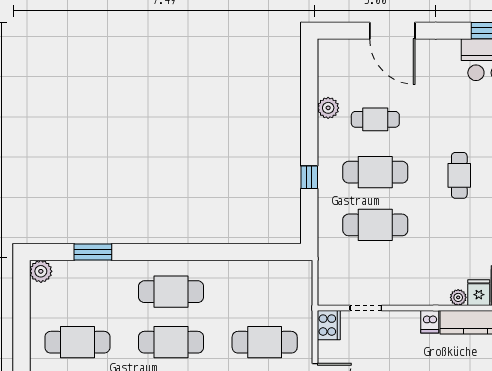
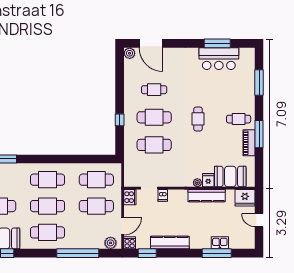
door: (392, 31) -> (151, 43), moved
plant: (328, 108) -> (130, 53), moved
cafe table: (265, 292) -> (96, 180), added
dishwasher: (430, 322) -> (163, 195), moved

